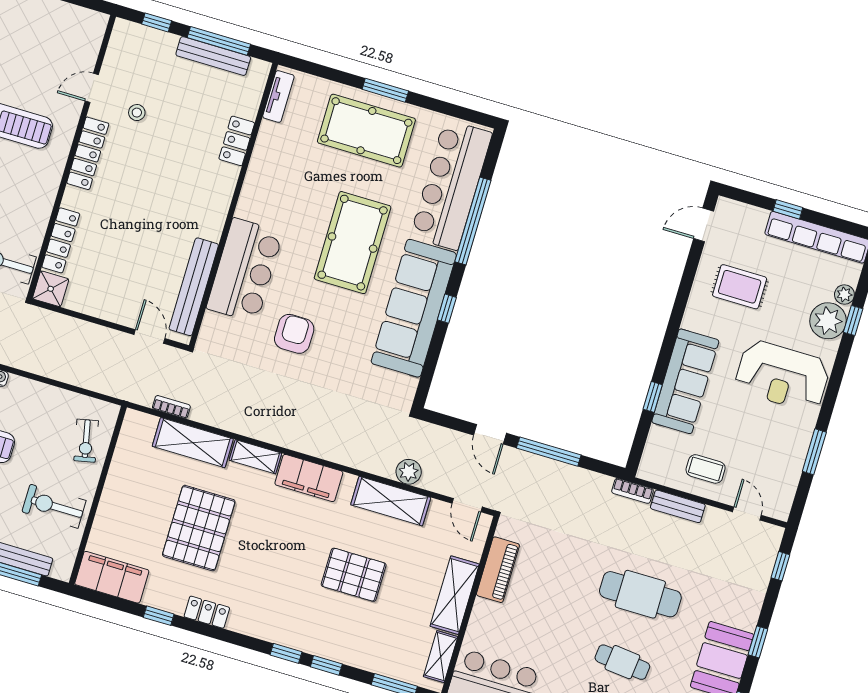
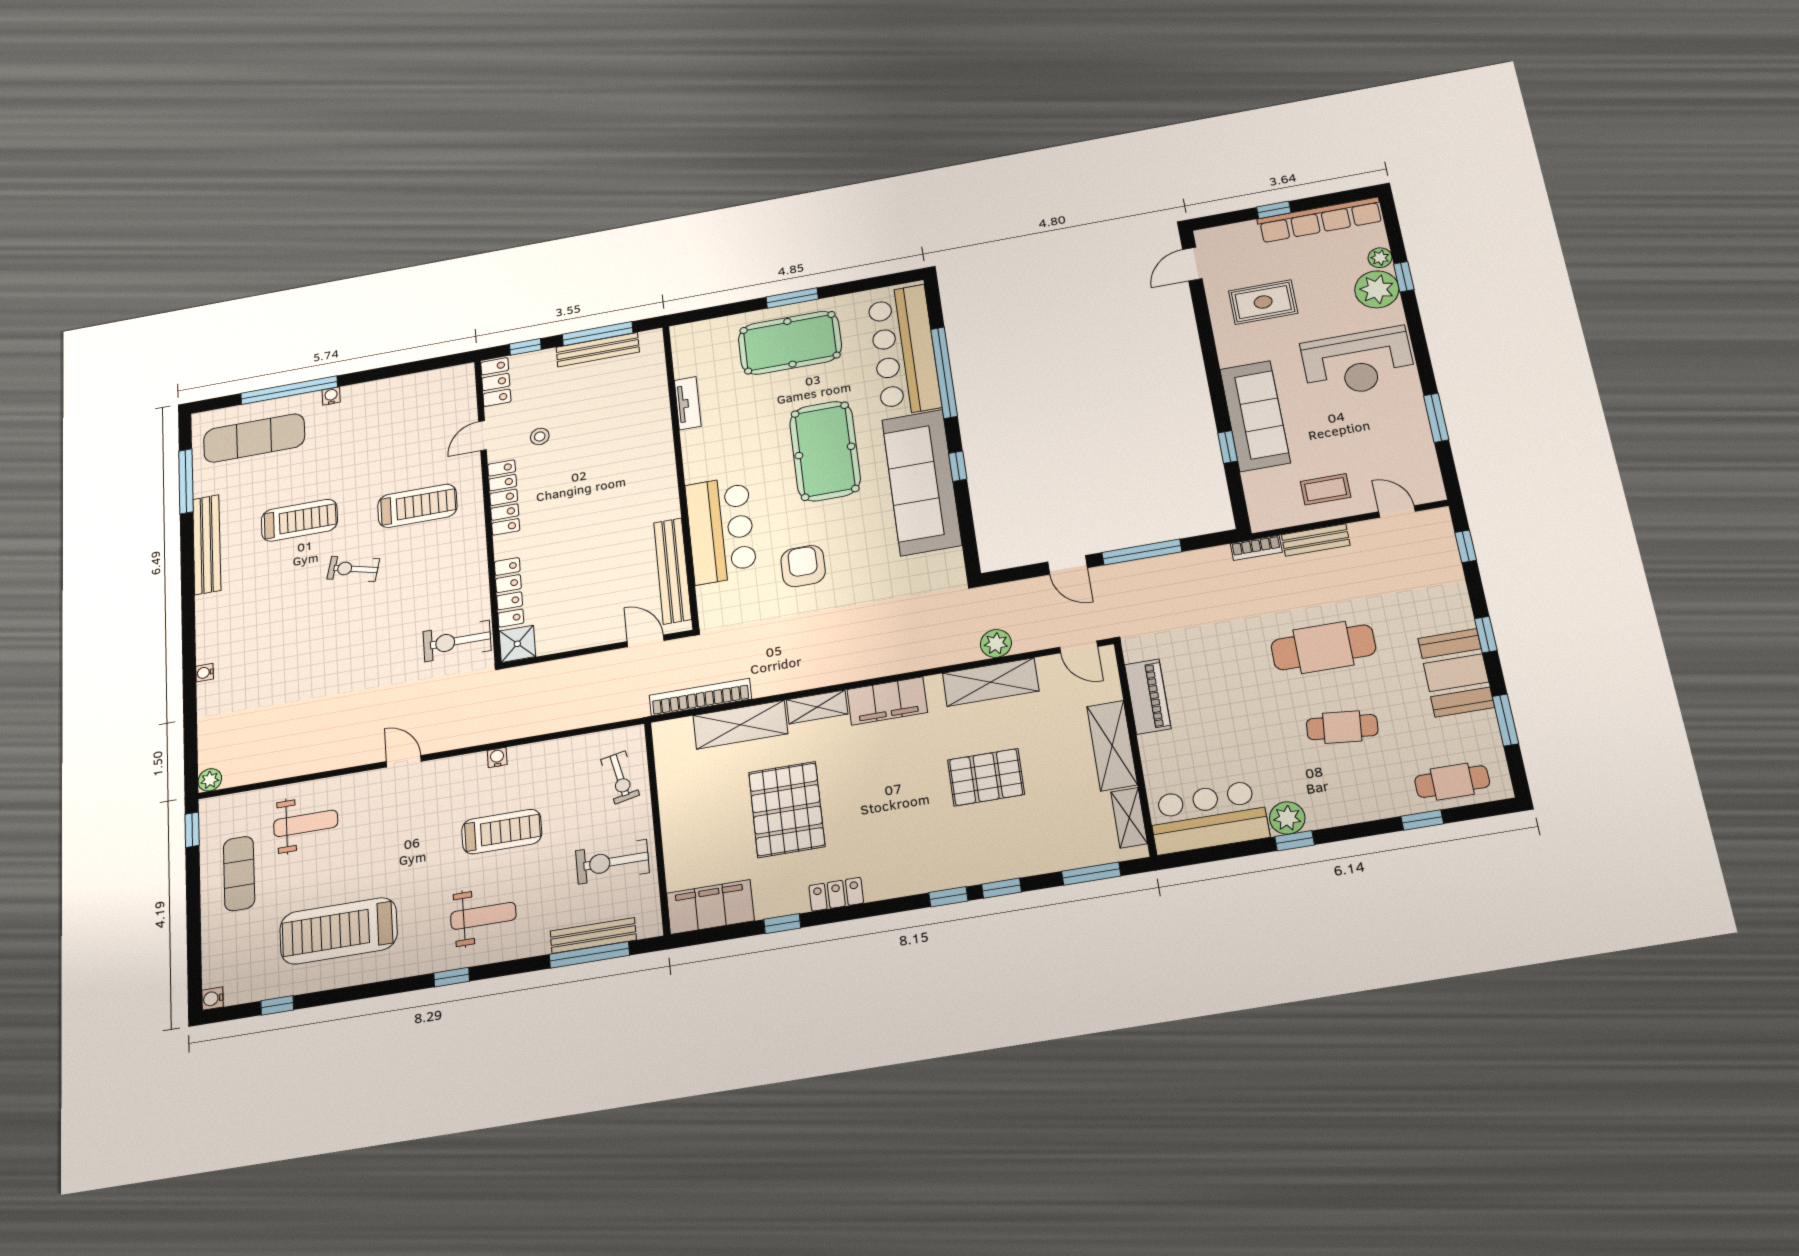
tv unit: (278, 96) -> (688, 403), moved
locker: (237, 141) -> (496, 382), moved, turned 180
bookcase: (171, 407) -> (700, 697), width x2.31, depth x1.31

